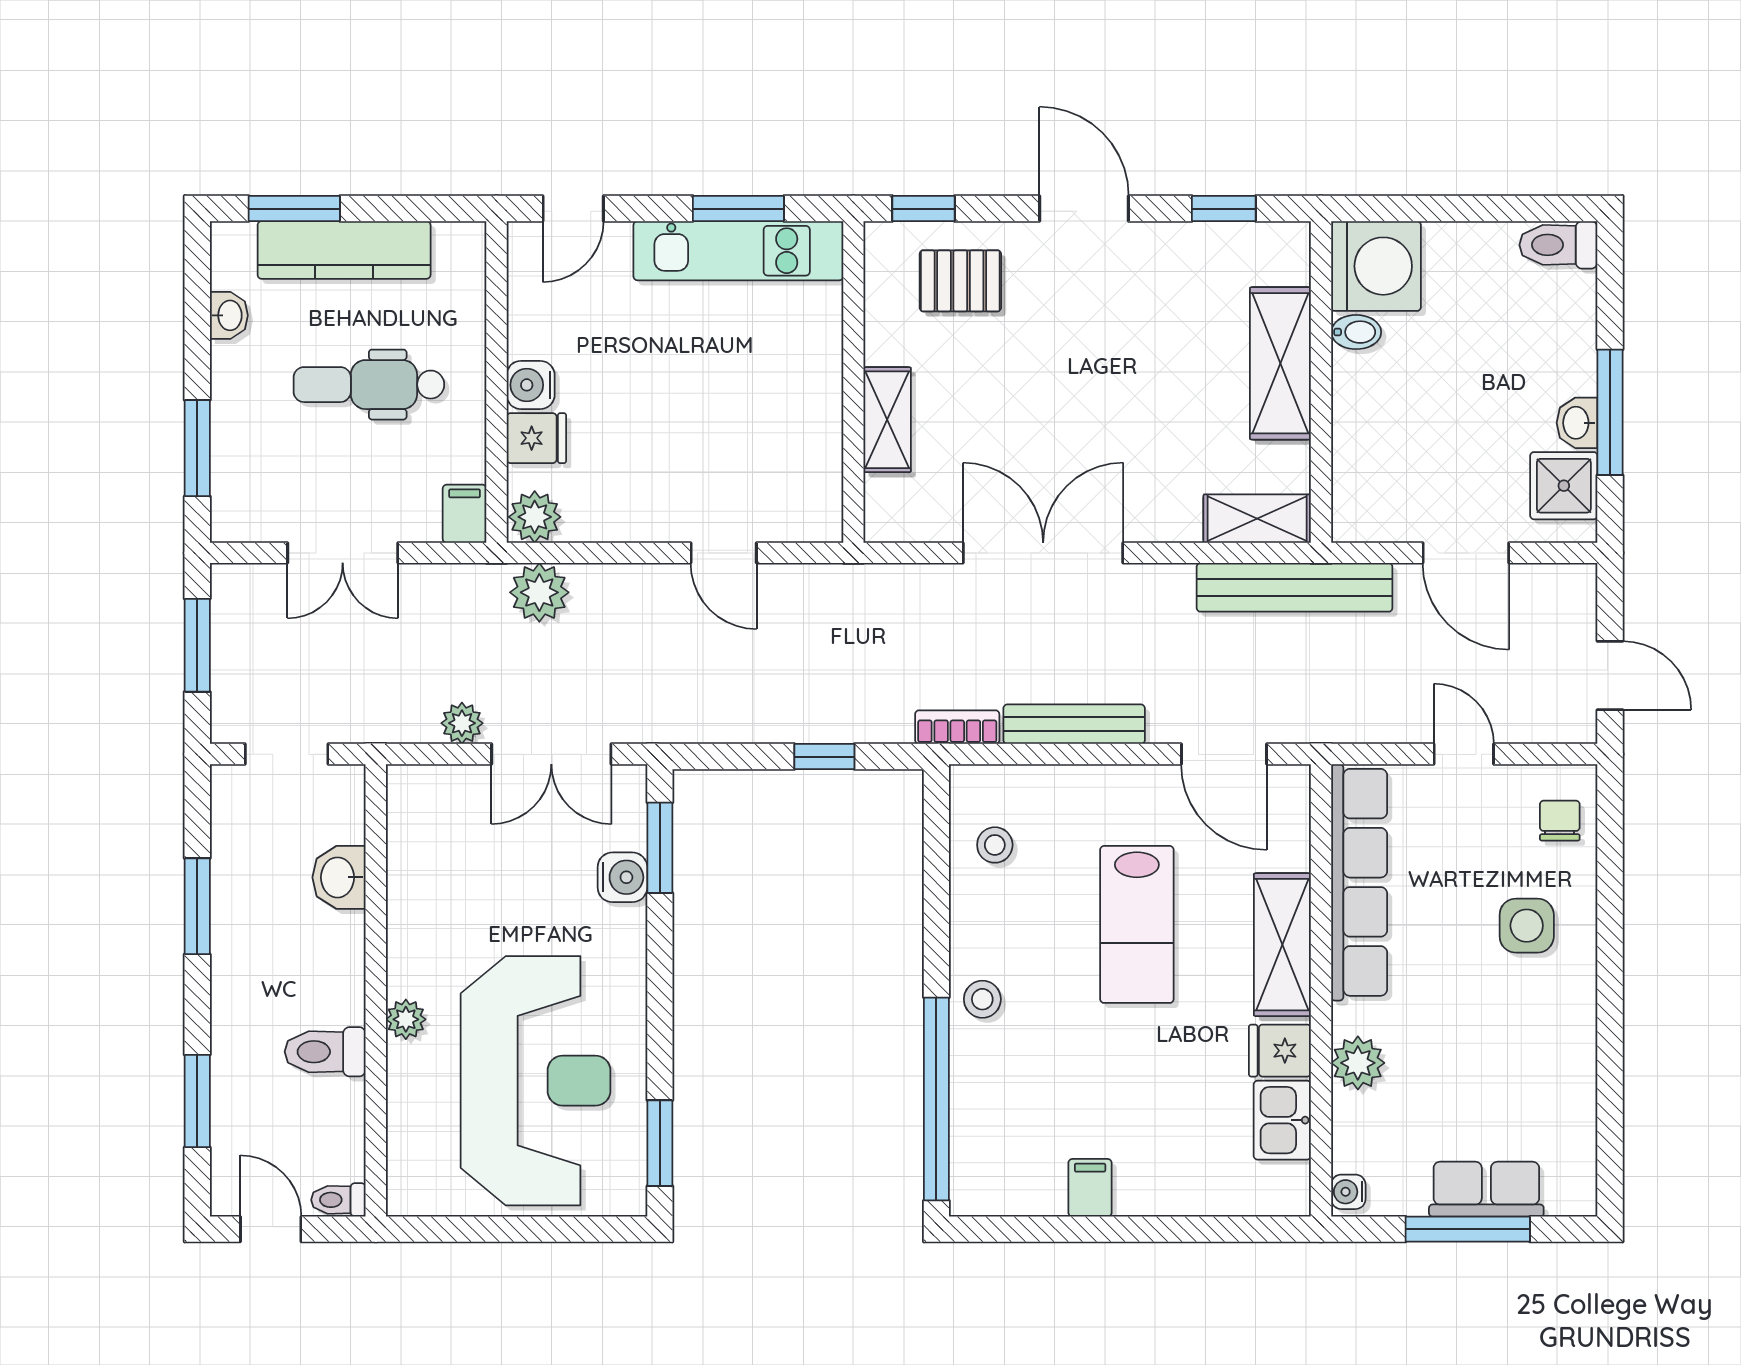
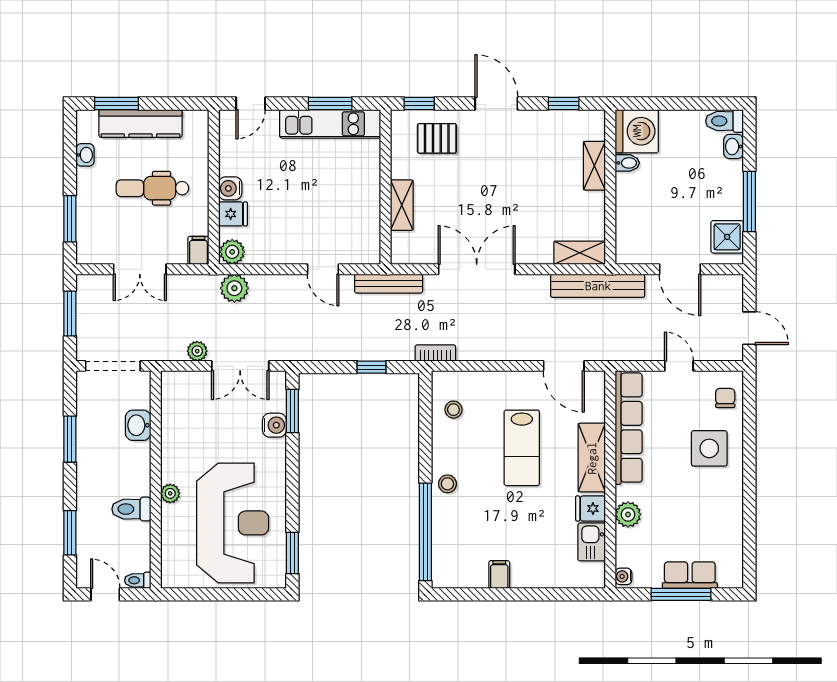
shelving: (1280, 363) -> (594, 166), width x0.67, depth x0.75
washbasin: (1577, 423) -> (733, 146), moved
bench: (1074, 724) -> (389, 284), moved
doorway: (287, 754) -> (113, 366), width x1.38
side table: (1527, 926) -> (709, 448), width x1.37, depth x1.37

